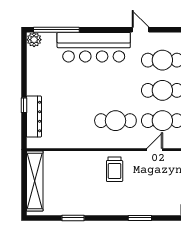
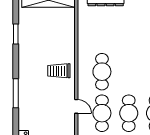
window: (140, 218) -> (16, 93), width x1.44

